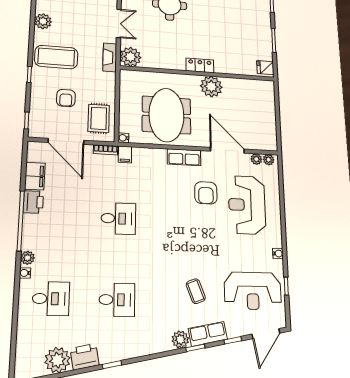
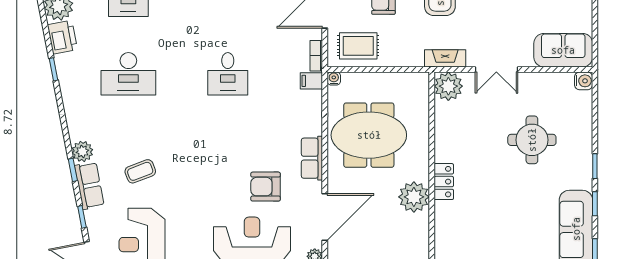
desk: (117, 300) -> (128, 74), width x1.37

